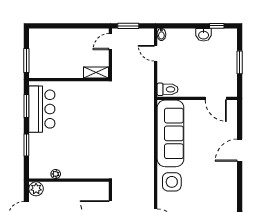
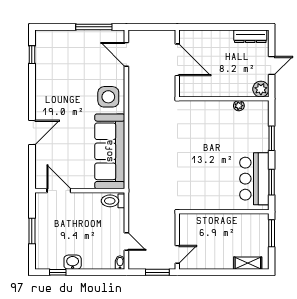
shelving: (96, 73) -> (248, 263), moved

